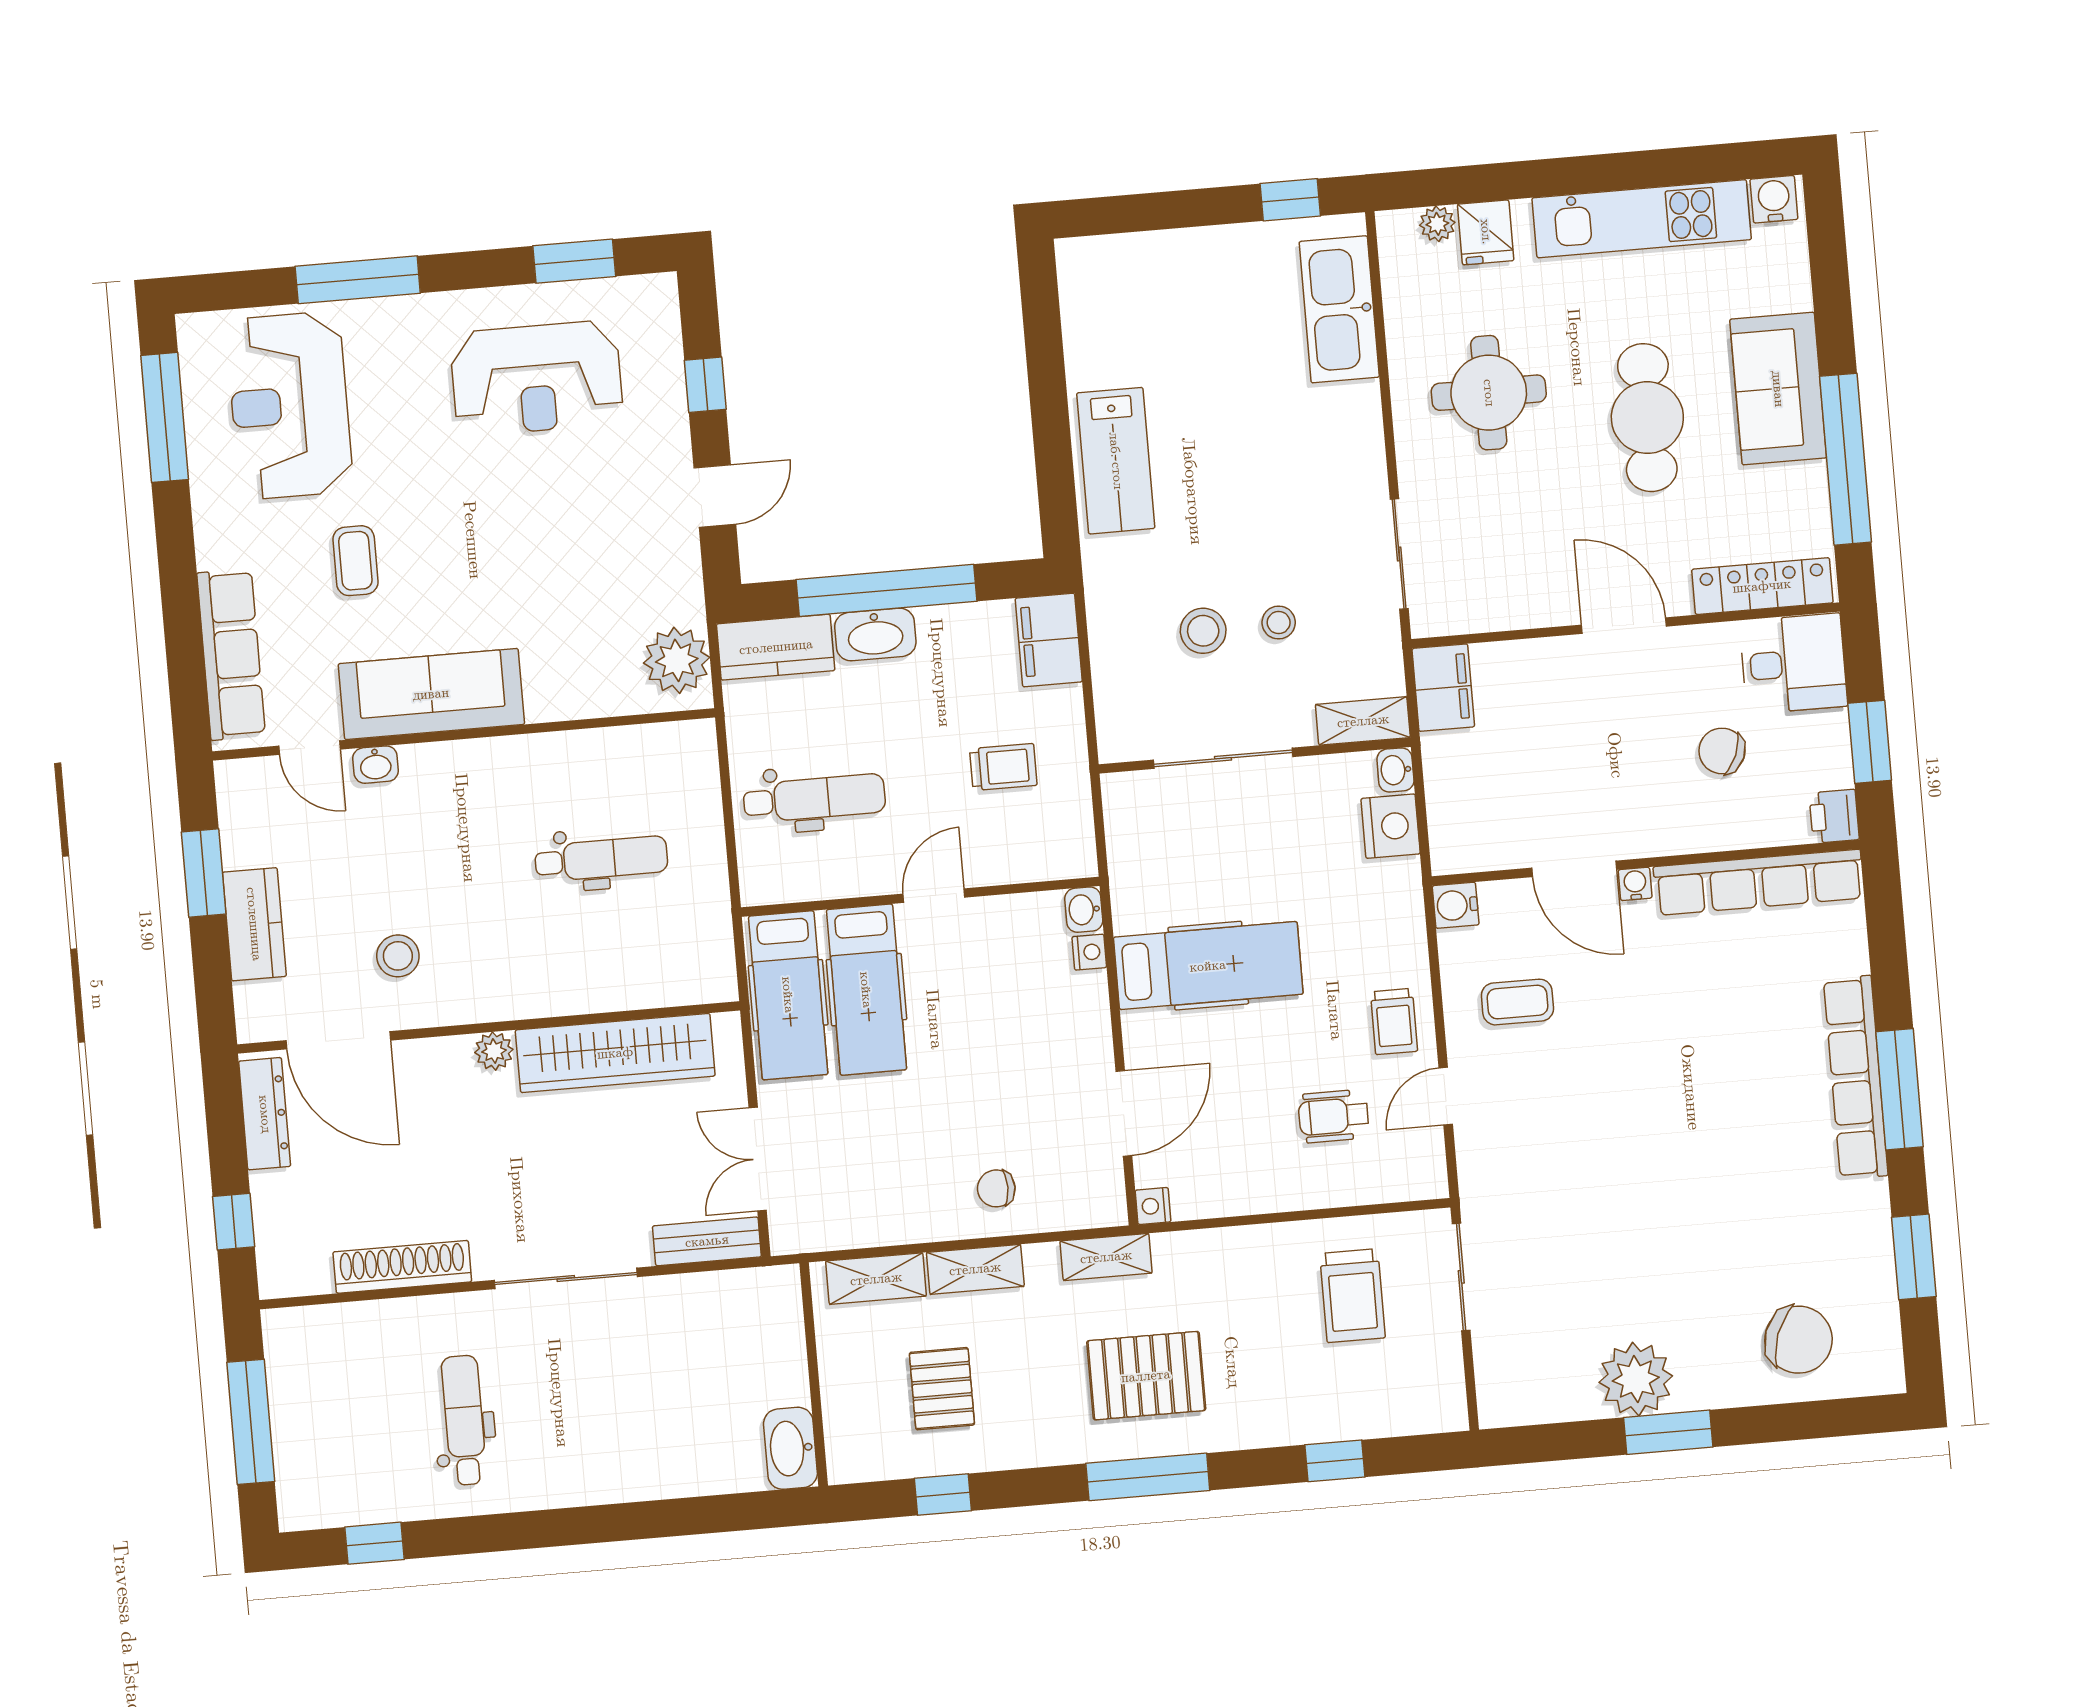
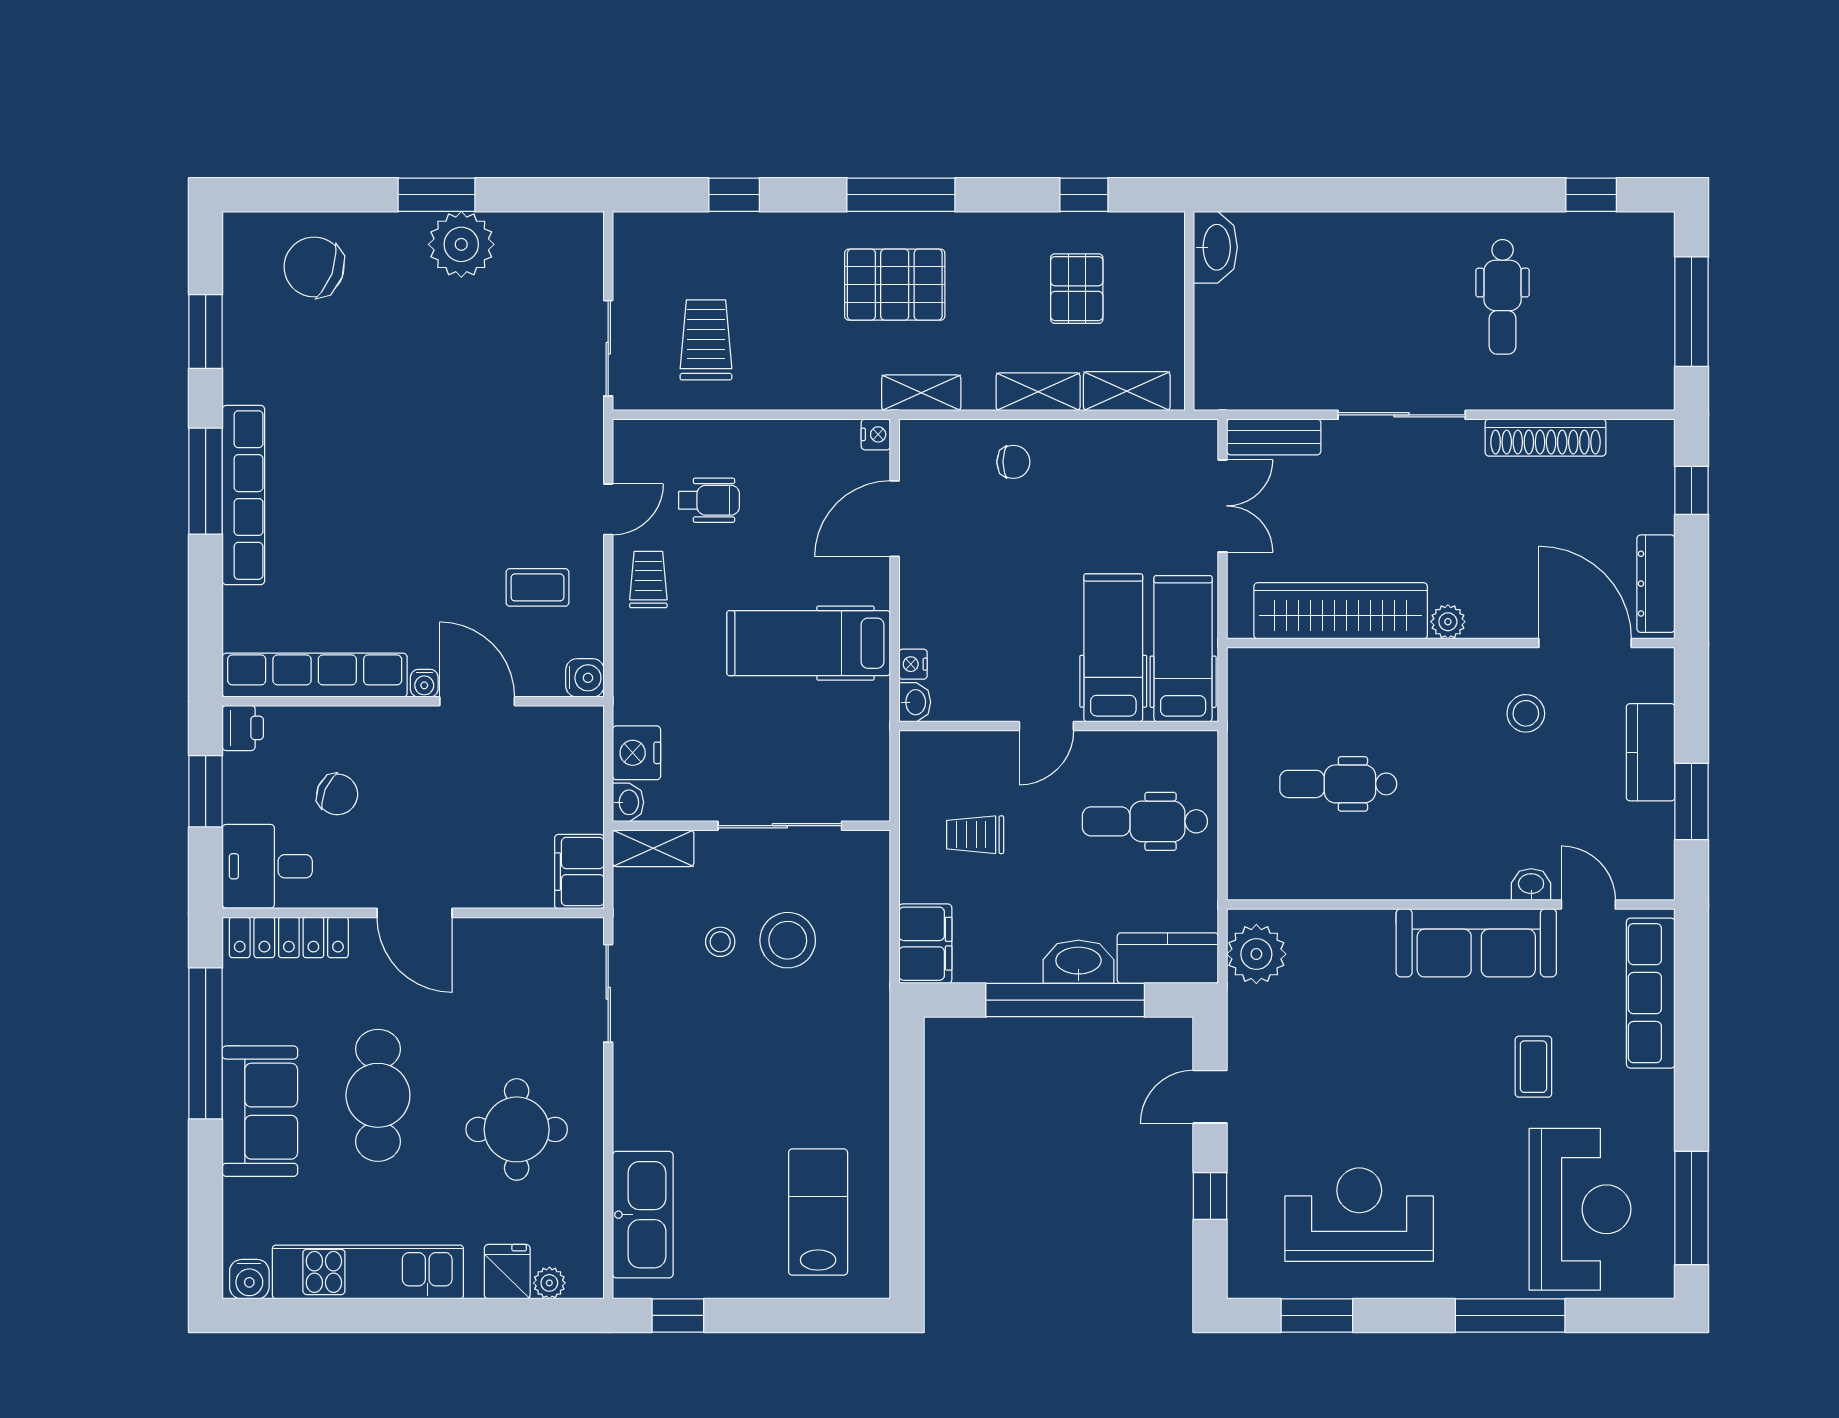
lab bench: (1116, 461) -> (818, 1212), moved
stool: (1203, 631) -> (788, 940), width x1.38, depth x1.38

